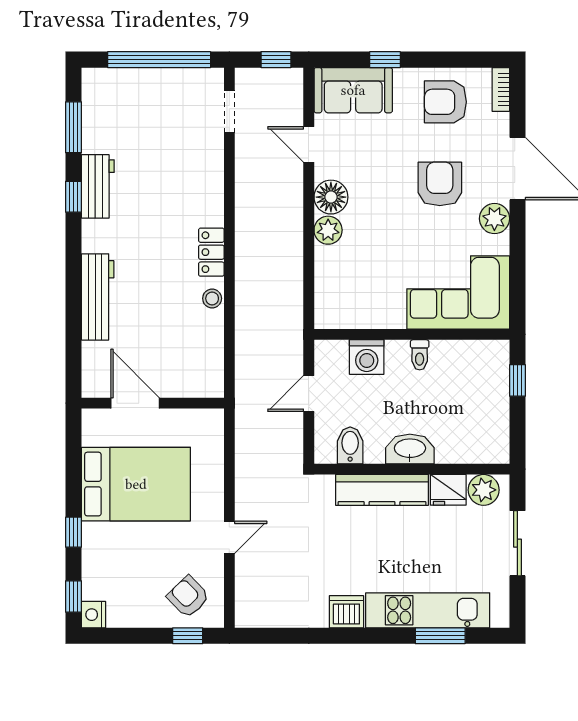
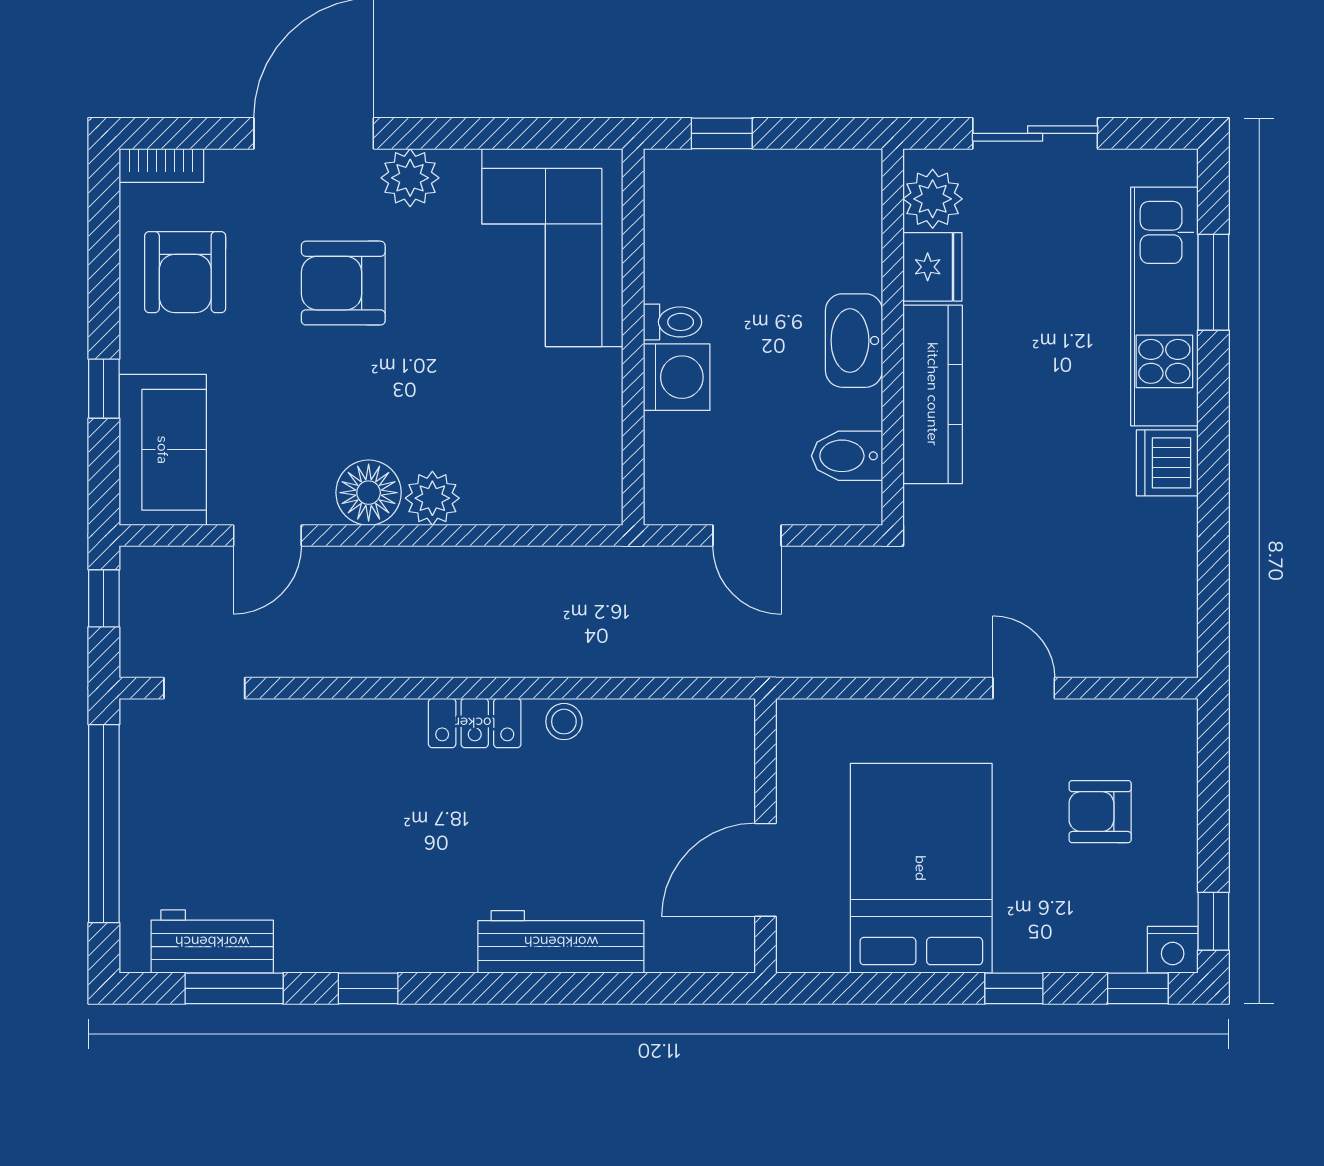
workbench: (98, 186) -> (212, 942), moved
washing machine: (367, 357) -> (677, 377), moved
armchair: (188, 597) -> (1100, 812), moved, turned 44
window: (188, 636) -> (1213, 921), moved

